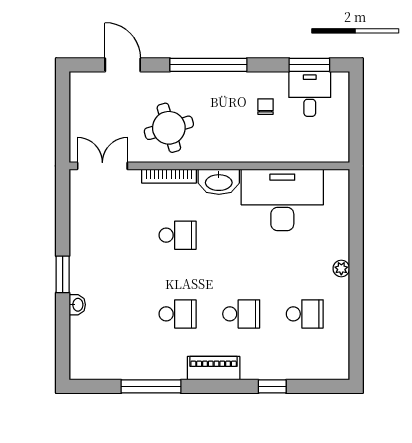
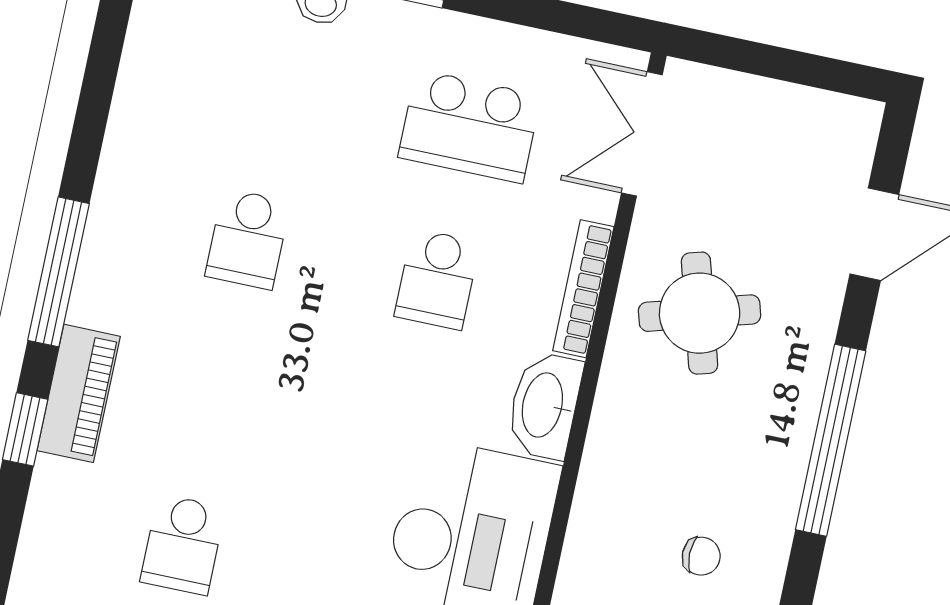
double door: (102, 166) -> (642, 134), swing flipped
school desk: (241, 314) -> (470, 126), moved, width x1.85
piano: (214, 368) -> (79, 393), moved
window: (151, 386) -> (59, 272), moved

